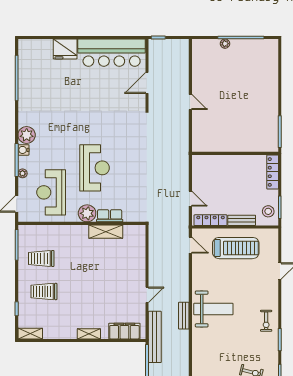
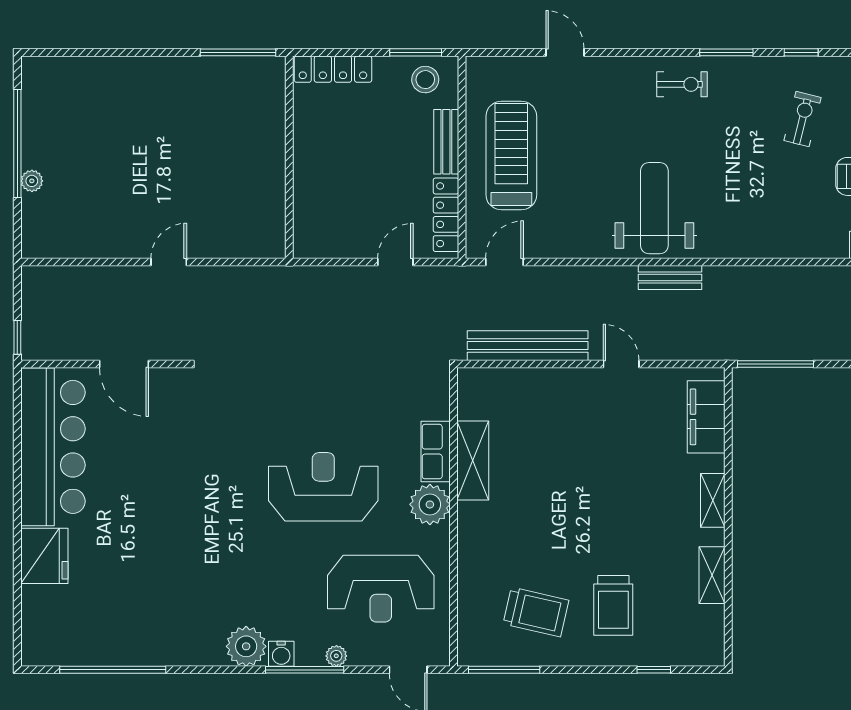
trolley: (41, 258) -> (536, 612), turned -77
shelving: (30, 334) -> (712, 575), moved
bench: (155, 337) -> (528, 346), moved

